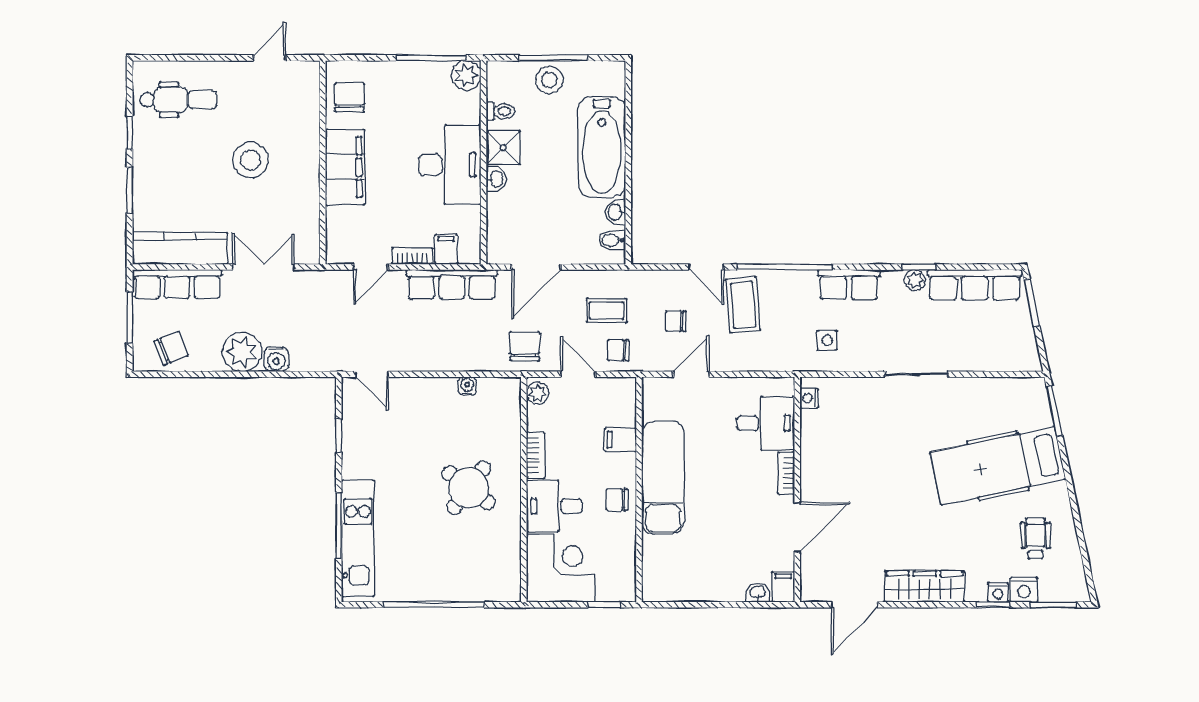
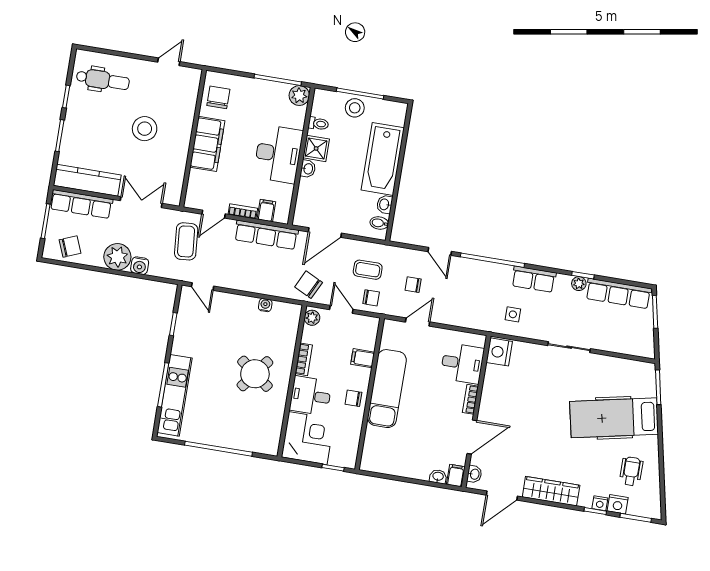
coffee table: (743, 305) -> (186, 241), moved
chair: (525, 346) -> (309, 285), turned -64
chair: (618, 350) -> (371, 298), turned 180
nightstand: (809, 398) -> (499, 352), width x1.89, depth x1.79
washbasin: (810, 580) -> (474, 474), added

